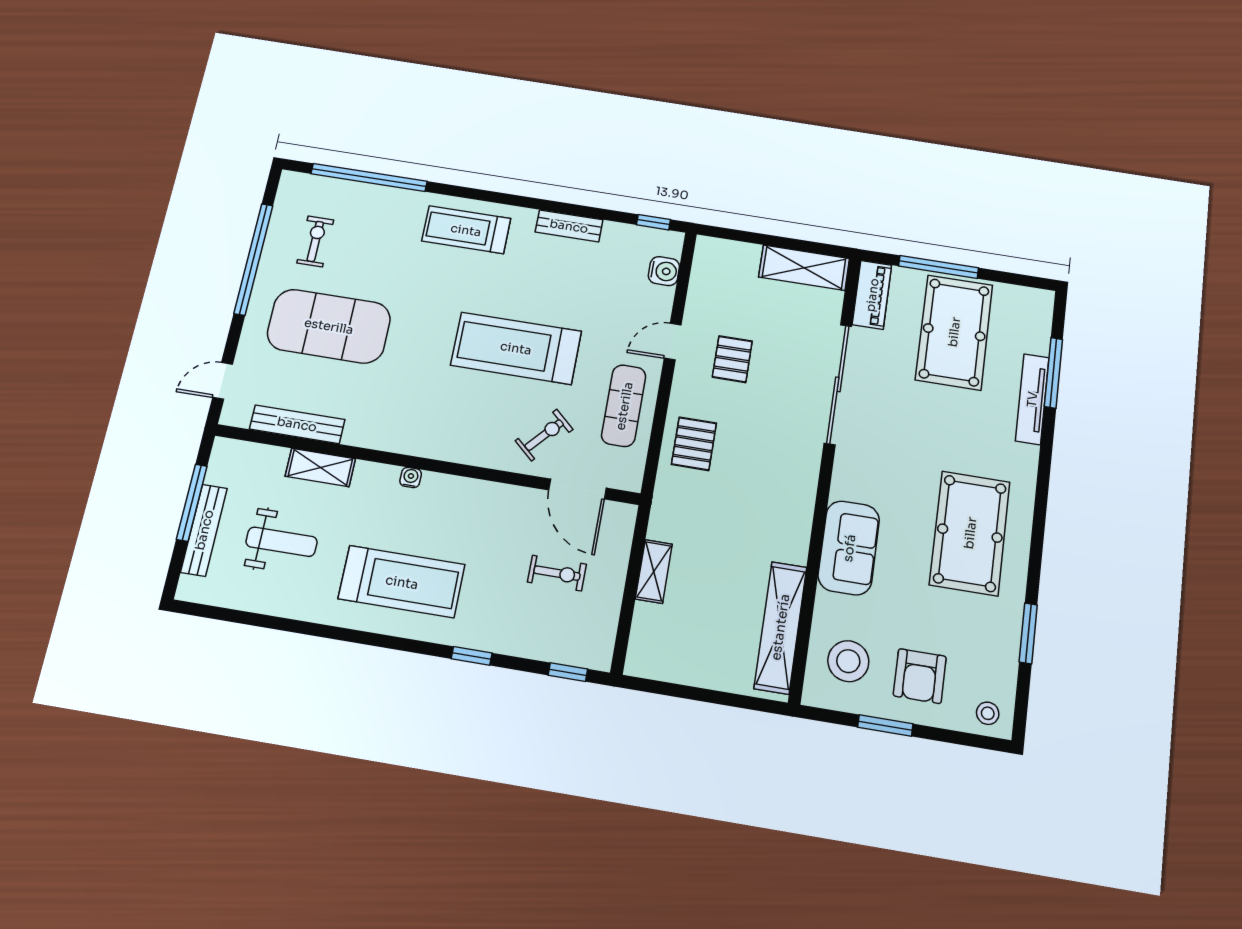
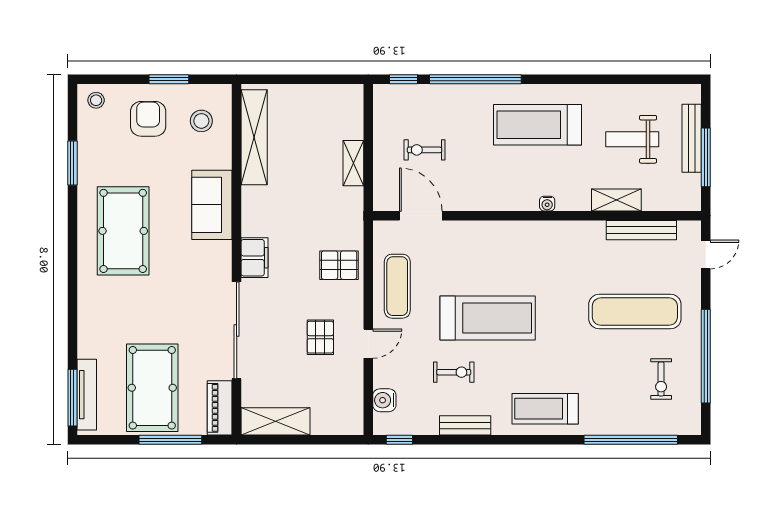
treadmill: (466, 230) -> (545, 409), turned 180
exercise mat: (329, 326) -> (635, 312), width x0.68
window: (1053, 373) -> (72, 398), moved
tv unit: (1032, 399) -> (87, 395), moved
exercise bike: (544, 435) -> (454, 372), moved, turned -132
pallet: (694, 444) -> (339, 265), turned 90
filing cabinet: (802, 471) -> (254, 258), added
window: (472, 656) -> (475, 79), width x3.17
stool: (848, 661) -> (201, 121), width x0.73, depth x0.73

